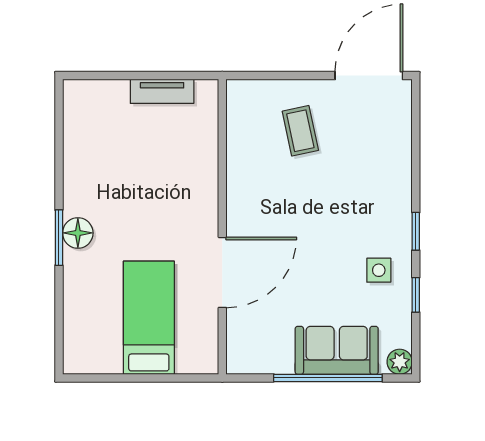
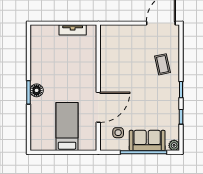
coffee table: (300, 131) -> (162, 64), moved
side table: (379, 270) -> (118, 133), moved

